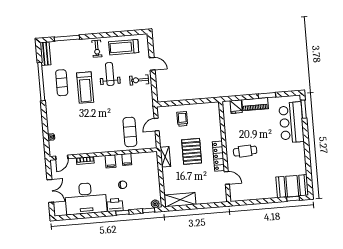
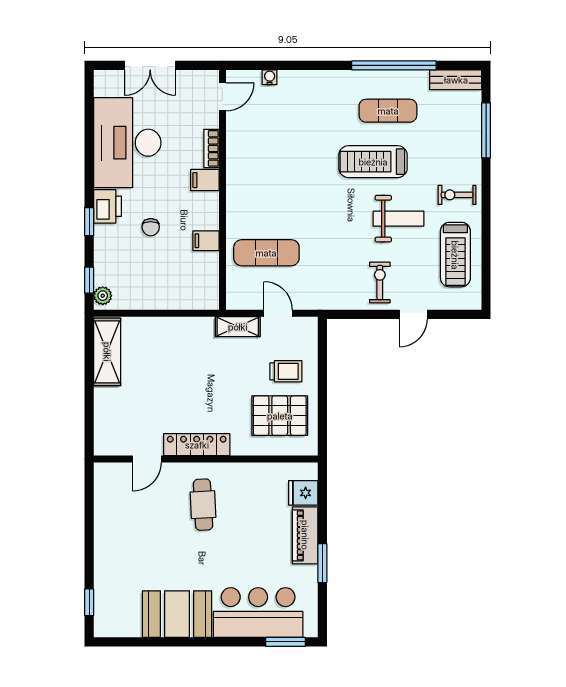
treadmill: (124, 47) -> (455, 255), turned 180
pallet: (192, 151) -> (280, 416), moved
door: (62, 157) -> (222, 97), swing flipped
shelving: (165, 157) -> (238, 327), moved
filing cabinet: (110, 161) -> (205, 180), moved
booth: (292, 186) -> (177, 614), moved, turned 90

